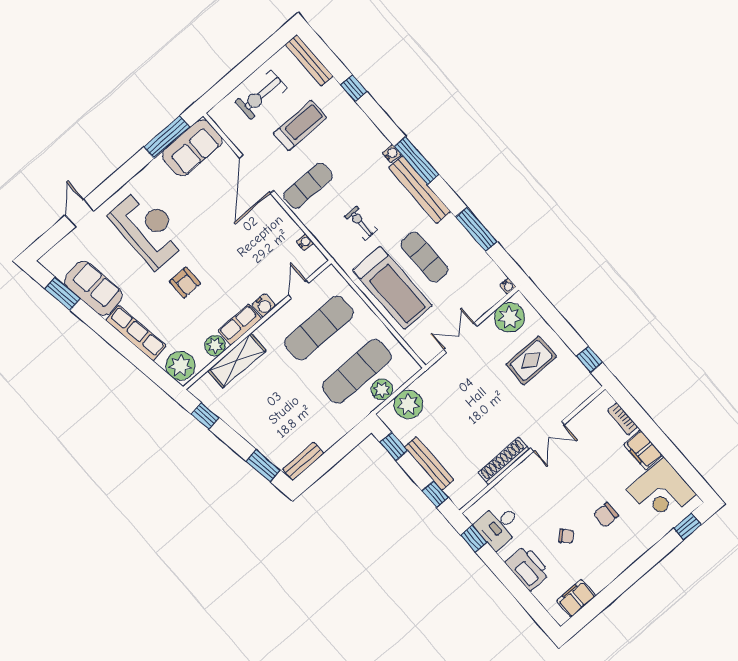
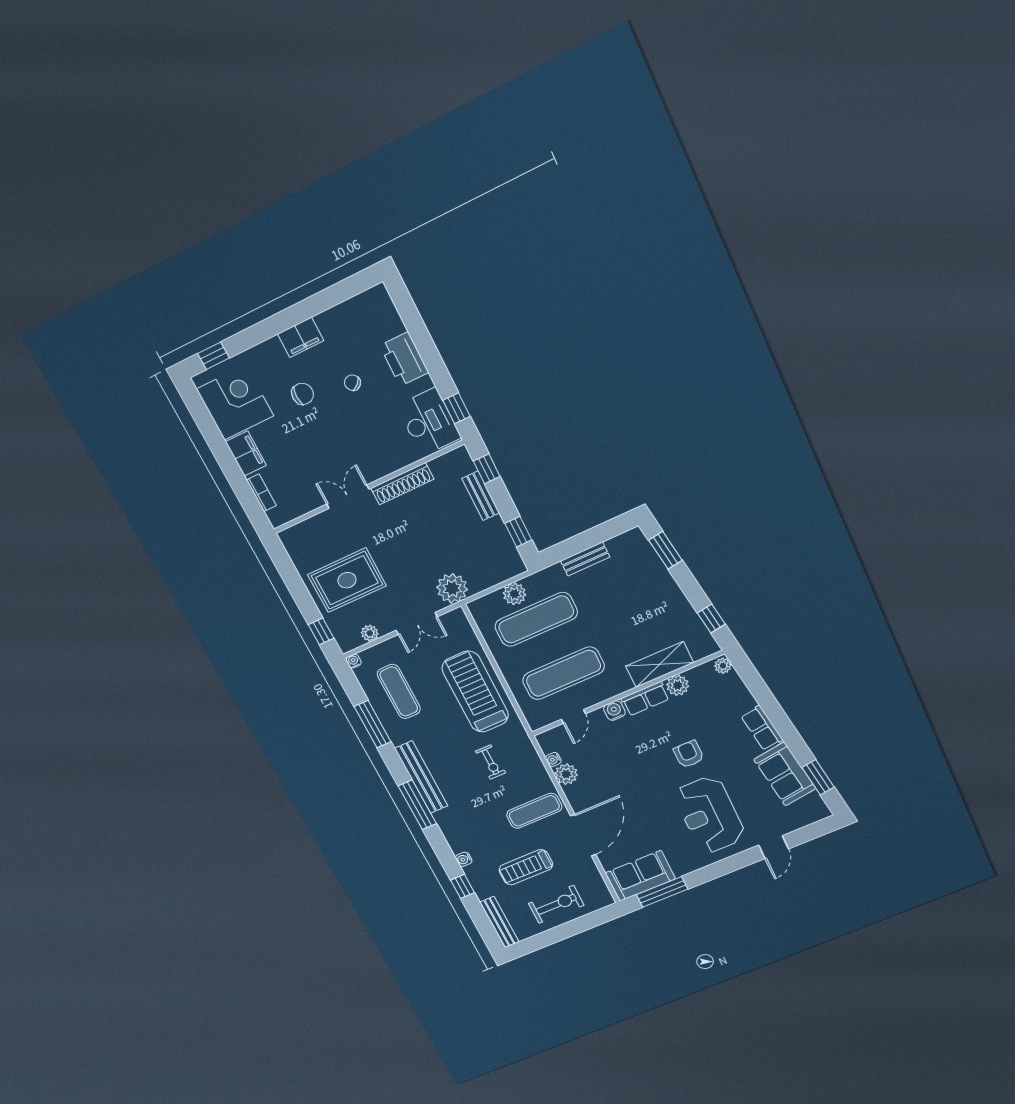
water cooler: (392, 154) -> (464, 859), moved
plant: (289, 231) -> (566, 774), added
exercise mat: (424, 257) -> (399, 691), moved
plant: (509, 317) -> (370, 633), width x0.53, depth x0.53
row of seats: (136, 333) -> (762, 728), width x0.68
window: (589, 359) -> (321, 631), moved
rug: (531, 360) -> (347, 580), width x1.36, depth x1.43
plant: (180, 366) -> (723, 666), width x0.53, depth x0.53
plant: (408, 405) -> (452, 588), moved
bench: (303, 461) -> (585, 559), moved
bench: (429, 463) -> (481, 496), width x0.73
desk: (499, 526) -> (429, 422), width x1.37
filing cabinet: (576, 598) -> (301, 337), moved

